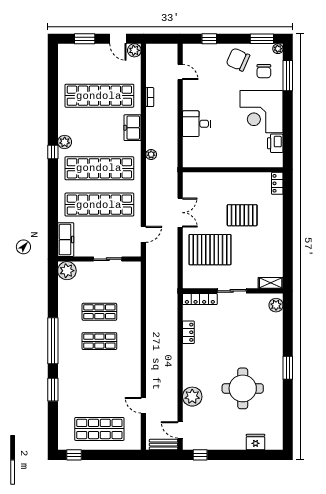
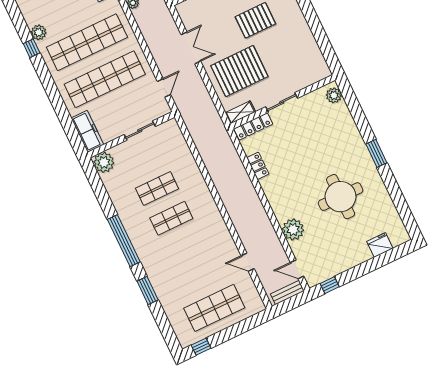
shelving: (271, 283) -> (240, 112), moved

